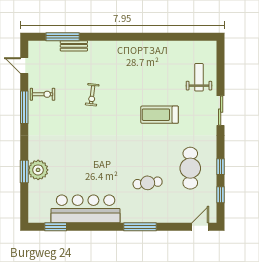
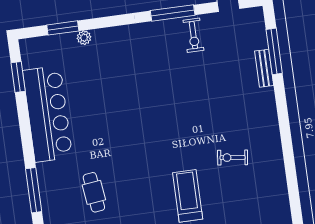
exercise bike: (92, 95) -> (233, 158), moved
plant: (38, 170) -> (84, 38), width x0.53, depth x0.53
window: (24, 171) -> (63, 28), moved

